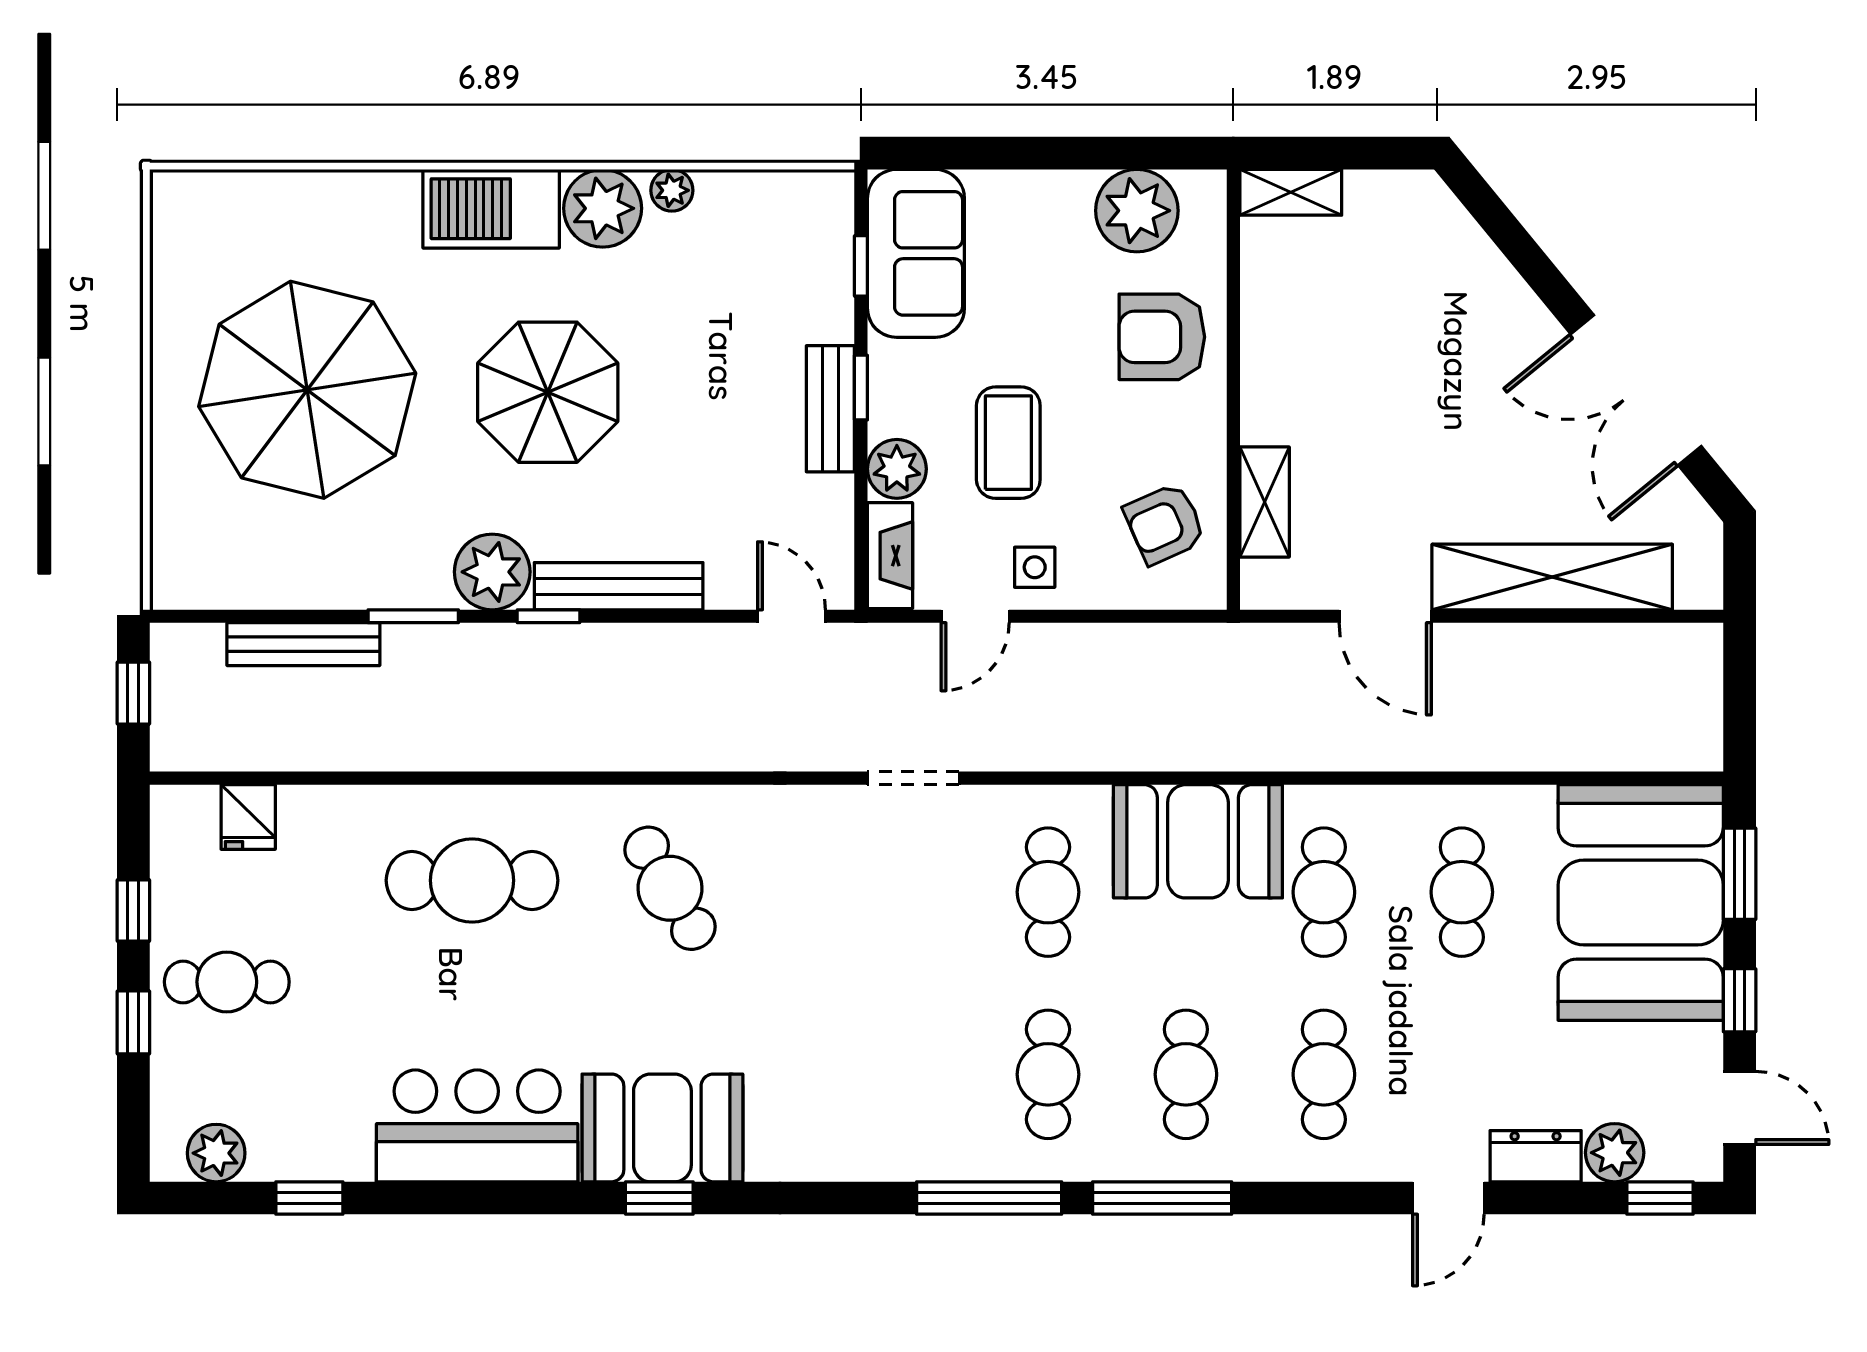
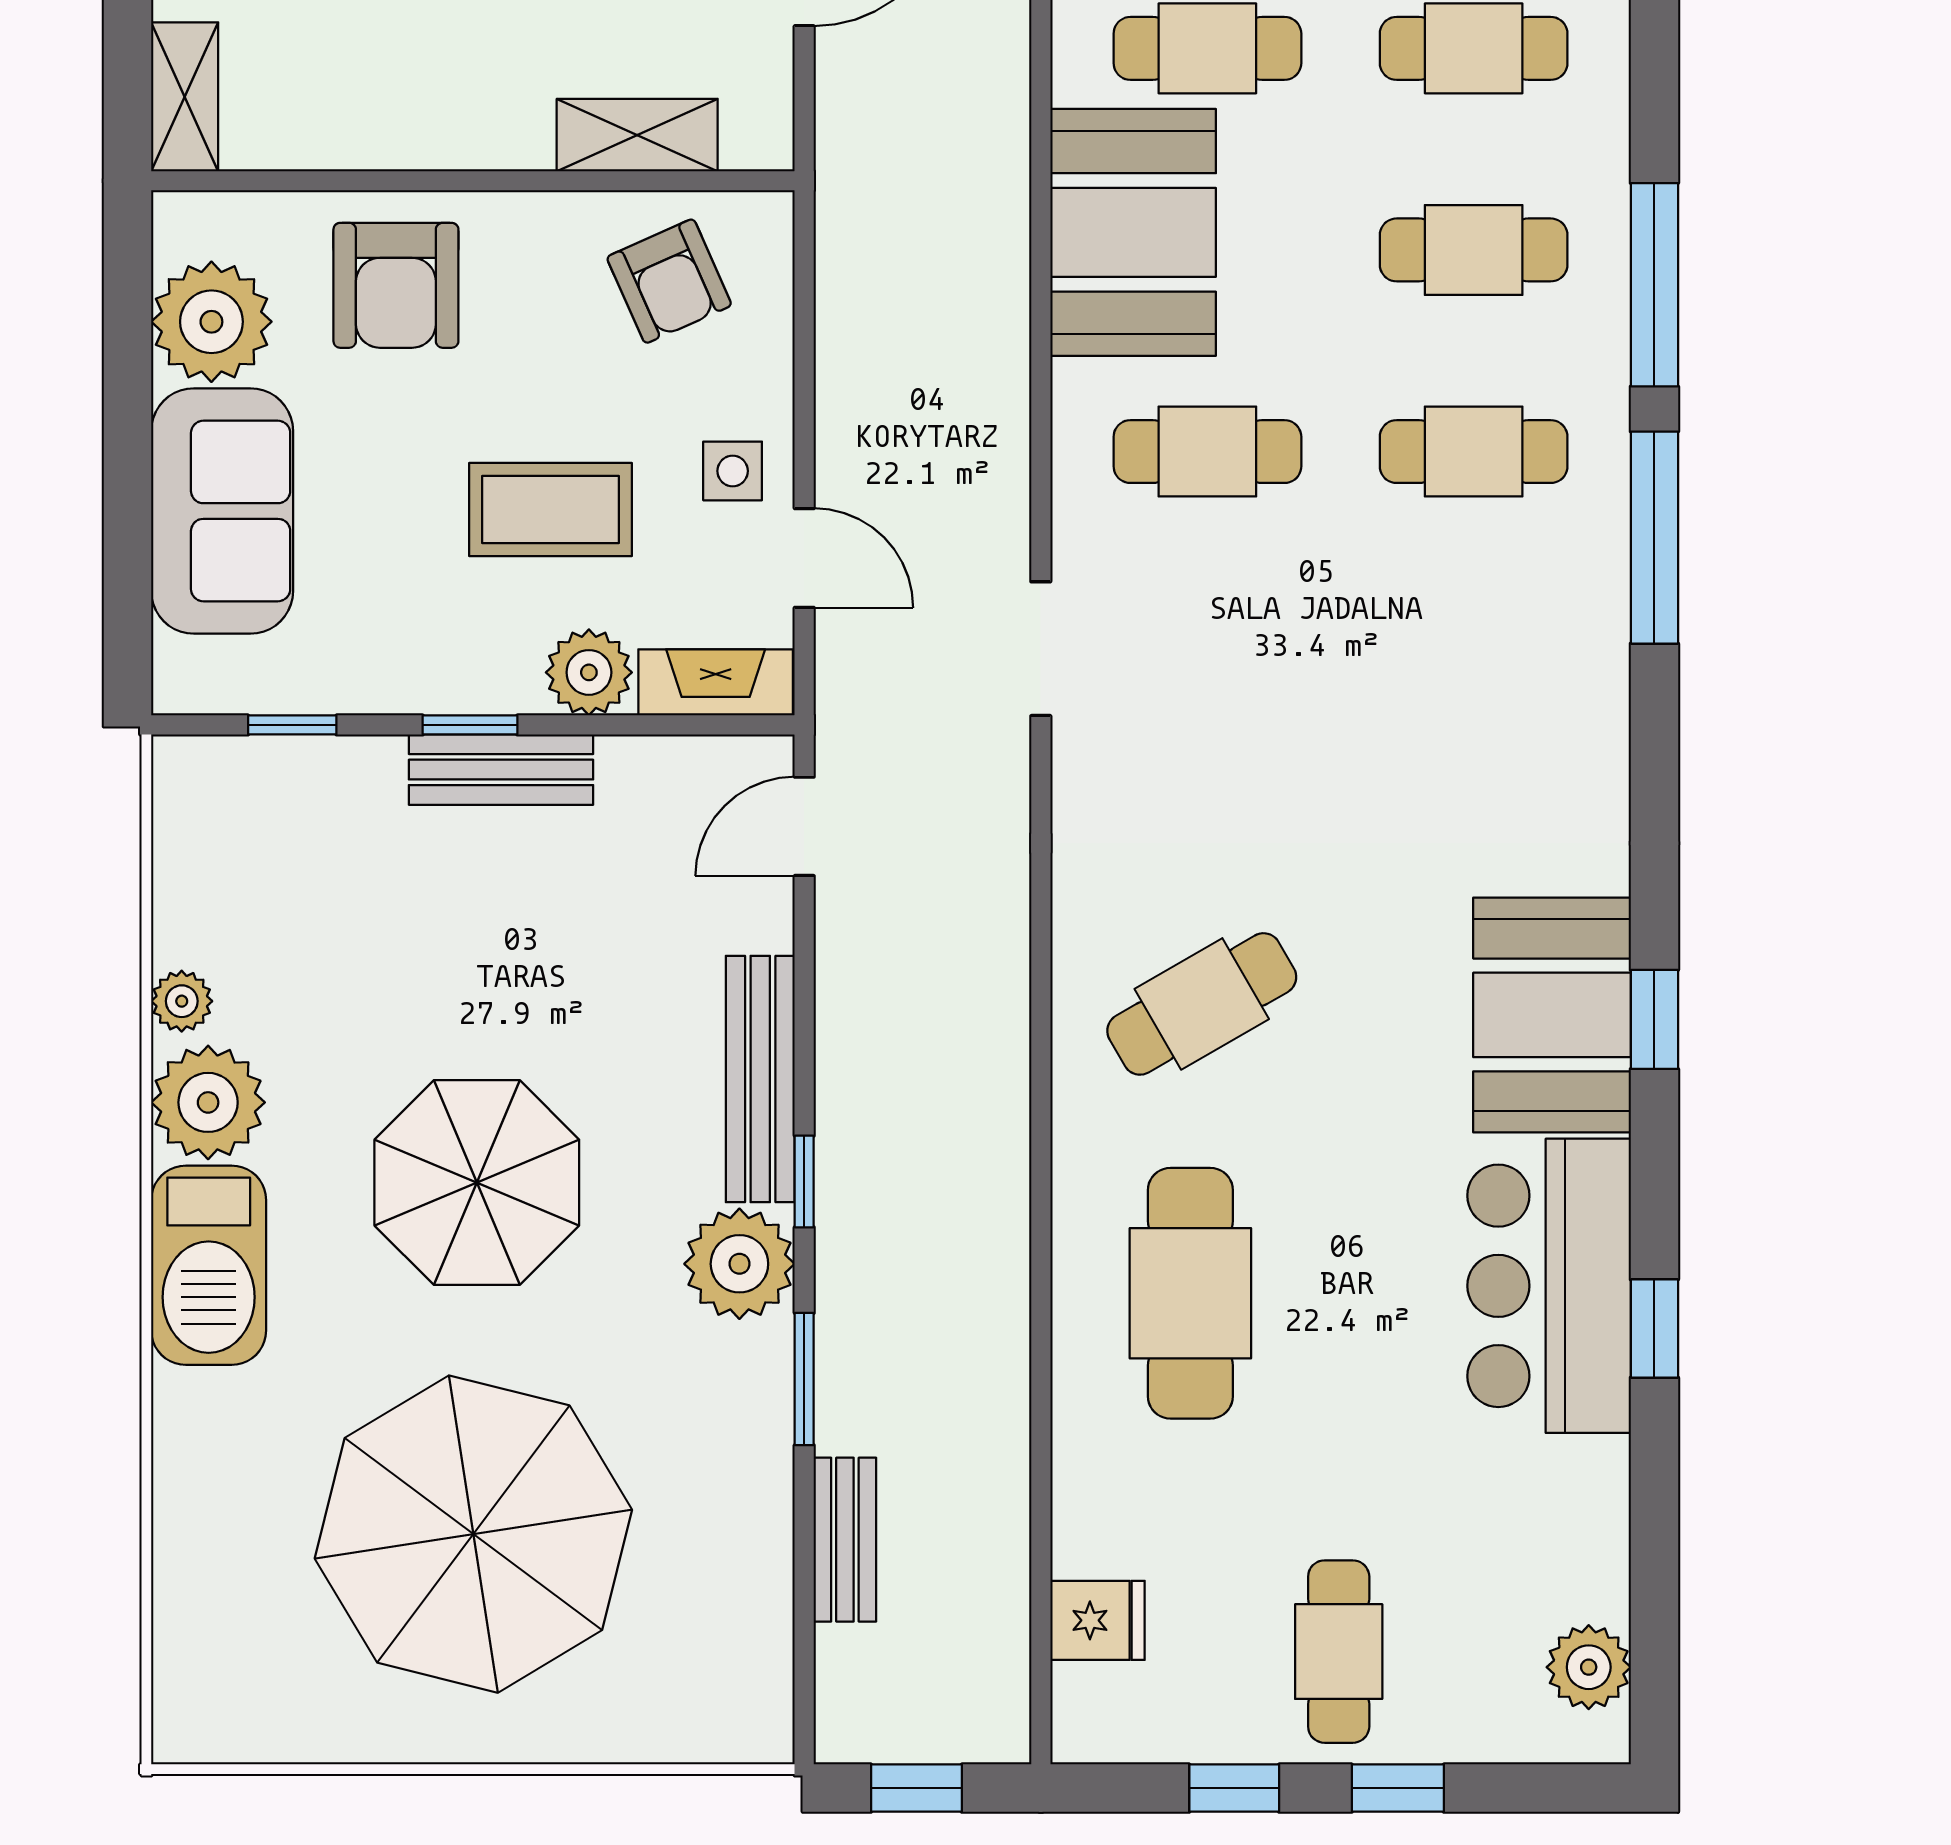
sofa: (916, 253) -> (222, 511), moved, turned 90
bench: (303, 644) -> (845, 1540), width x0.73
window: (309, 1198) -> (1654, 1329), moved

